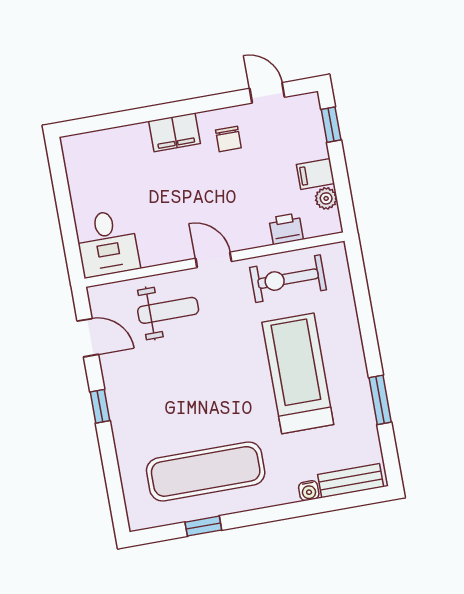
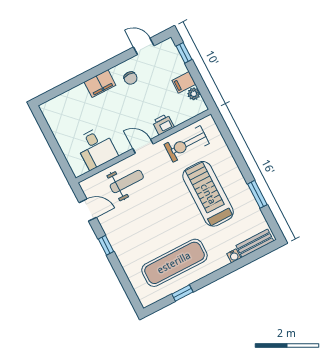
printer: (286, 229) -> (163, 124), moved
desk: (107, 243) -> (96, 148), moved

